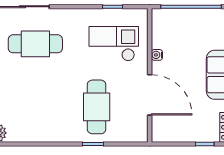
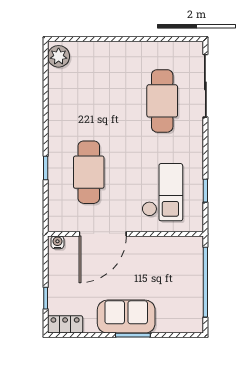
water cooler: (157, 55) -> (57, 242), moved
cafe table: (97, 107) -> (89, 172), turned 90

